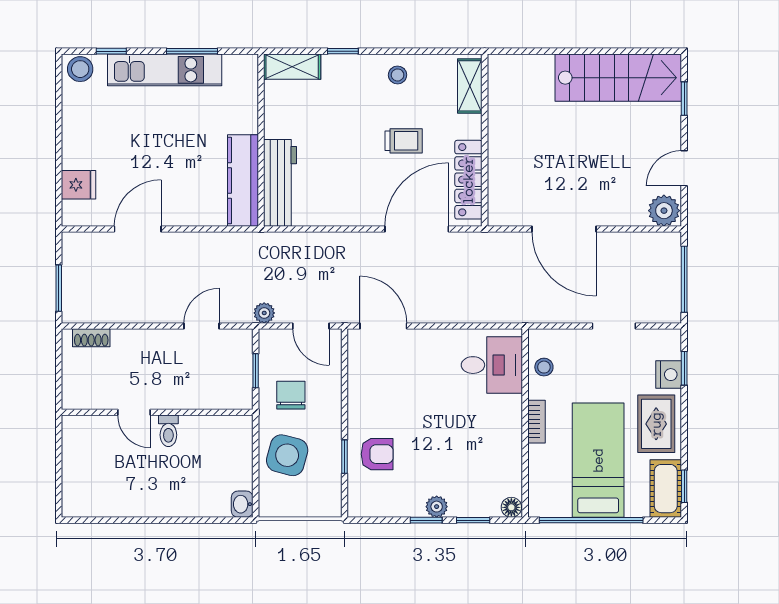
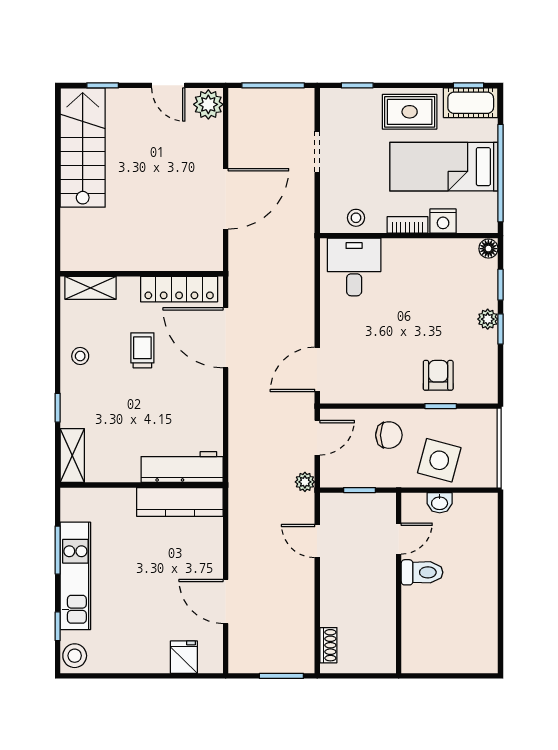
nightstand: (669, 375) -> (443, 221), moved, turned 180
chair: (291, 395) -> (389, 435), moved, turned 180
door: (134, 412) -> (399, 539), moved
toilet: (168, 431) -> (422, 572), width x1.37, depth x1.39
washbasin: (242, 504) -> (440, 503), moved

